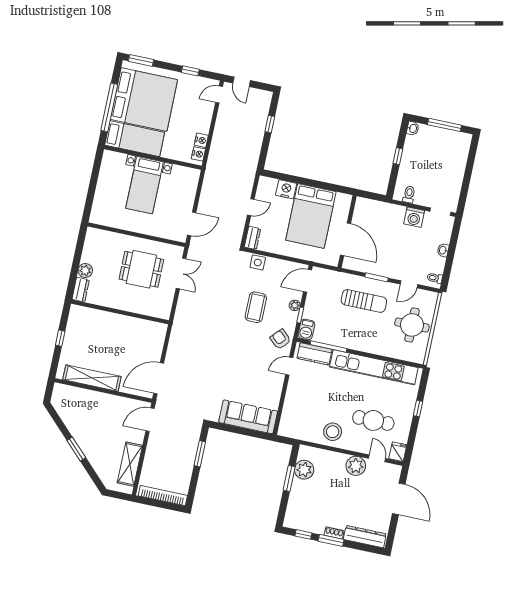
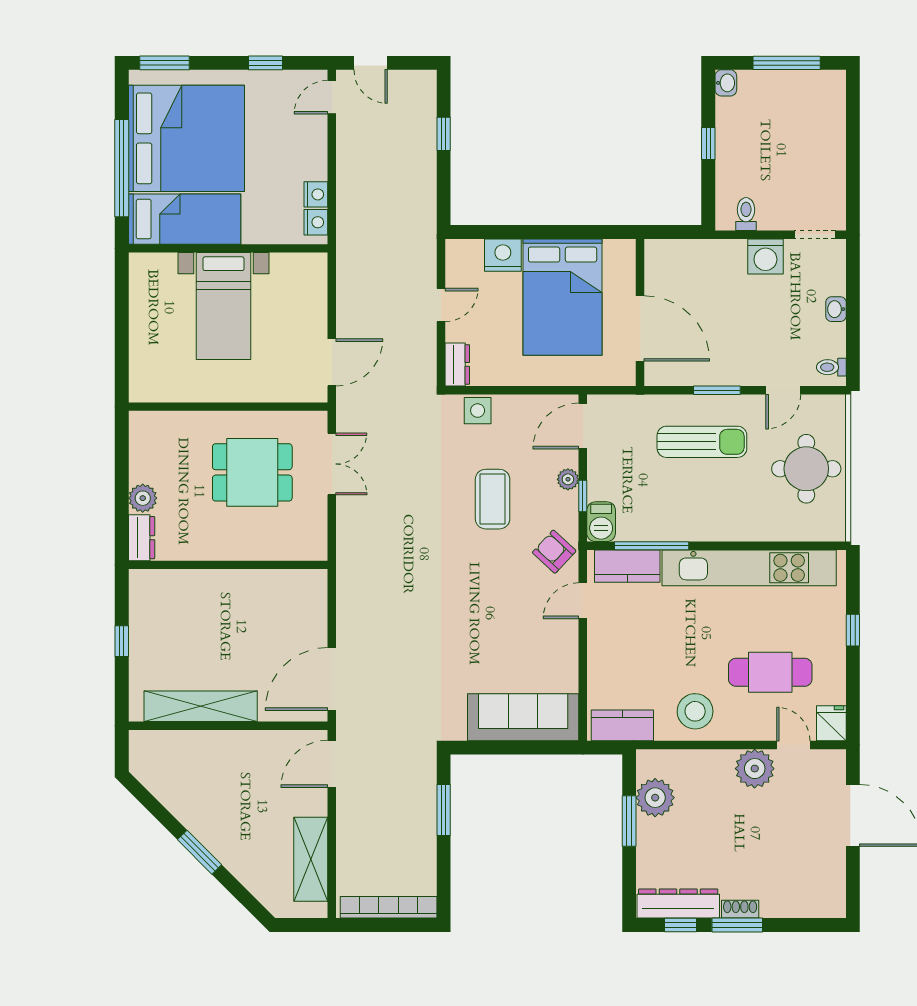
kitchen counter: (296, 431) -> (622, 725), added
dresser: (365, 537) -> (678, 904), moved

